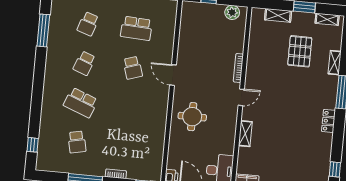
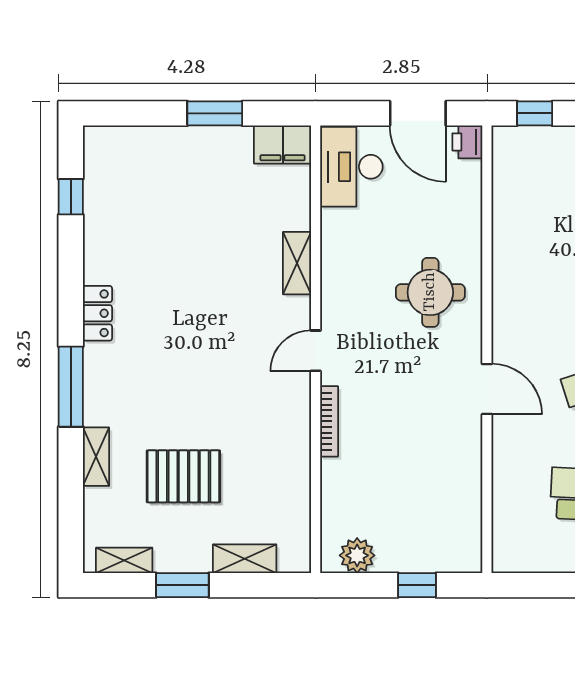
pallet: (300, 51) -> (183, 476), turned 90

